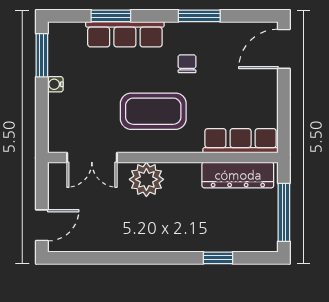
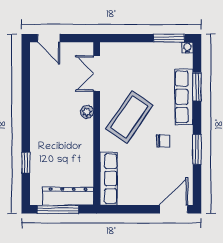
door: (284, 49) -> (174, 209), hinge flipped
water cooler: (55, 84) -> (187, 48), moved
coffee table: (153, 111) -> (129, 117), turned 34
dresser: (238, 175) -> (68, 196), moved, turned 90
plant: (146, 179) -> (87, 112), width x0.53, depth x0.53

